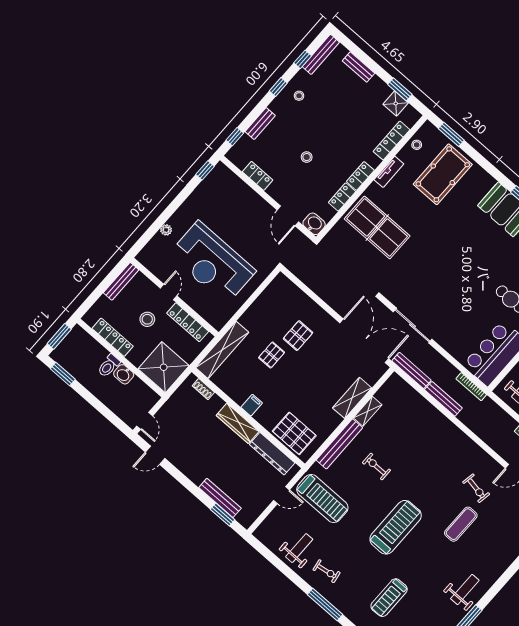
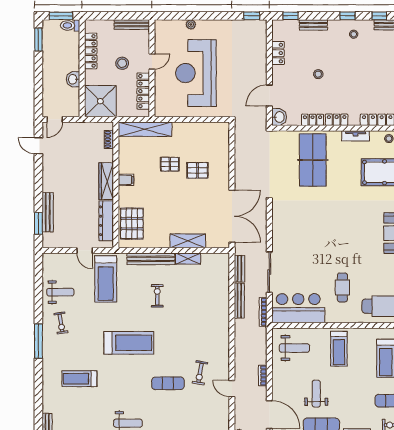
sliding door: (413, 326) -> (269, 272), moved
toilet: (109, 366) -> (70, 25), moved
bench: (411, 371) -> (239, 269), width x0.73

